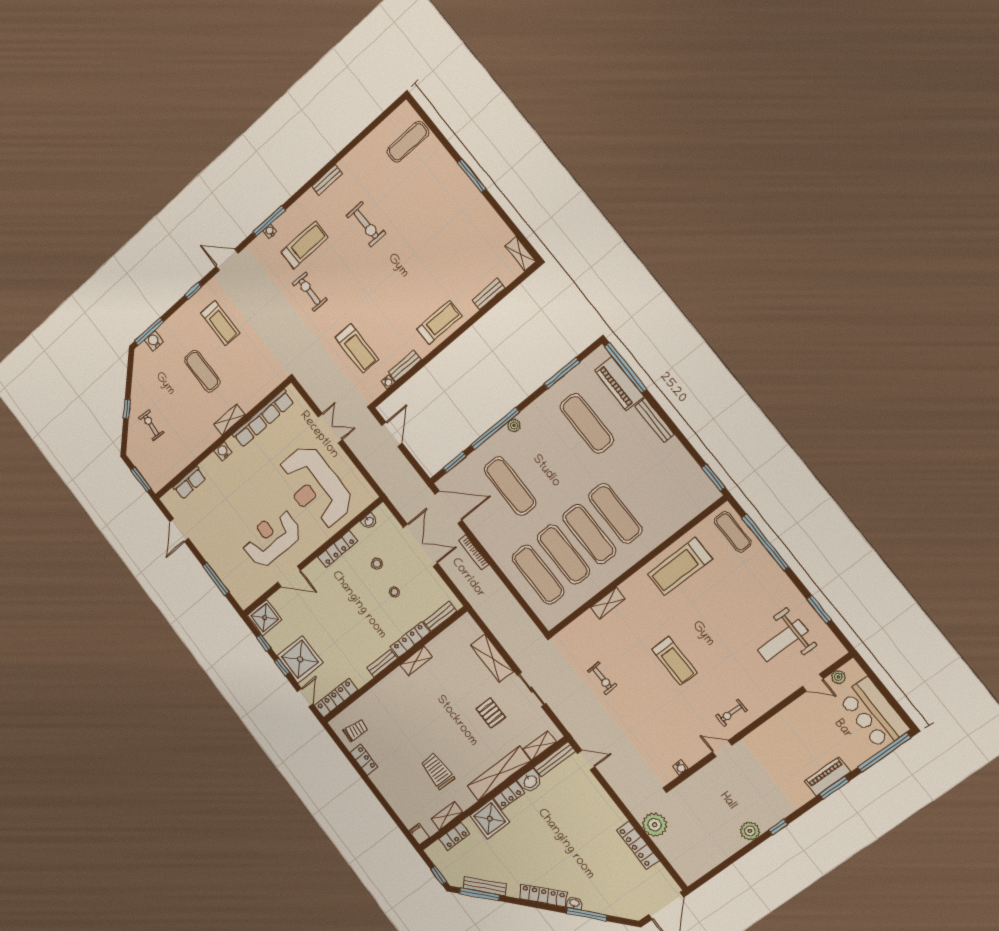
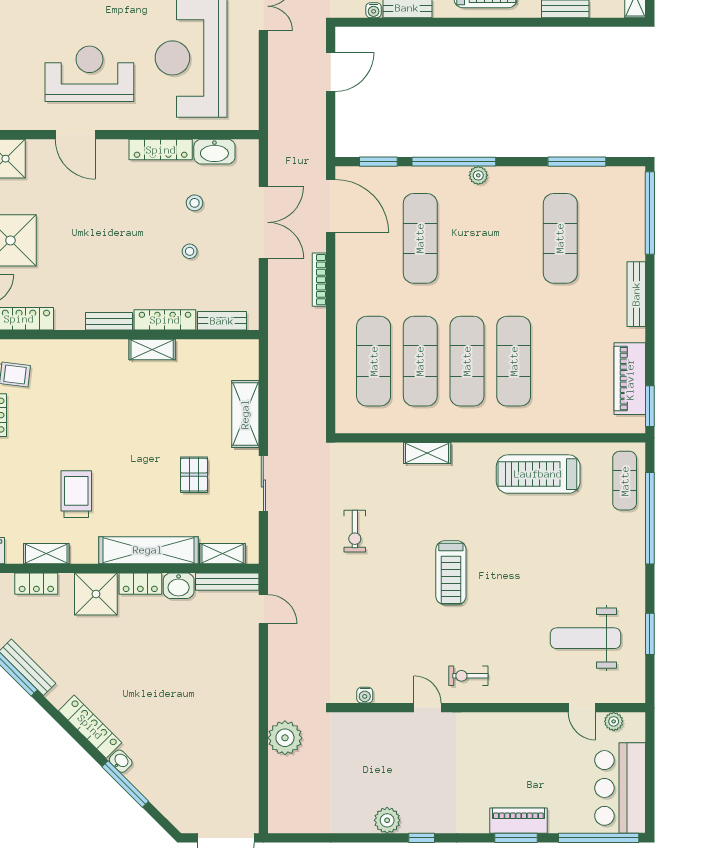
piano: (619, 383) -> (630, 379), moved
washbasin: (369, 521) -> (214, 152), width x1.91, depth x1.45
locker: (638, 845) -> (247, 747), removed

